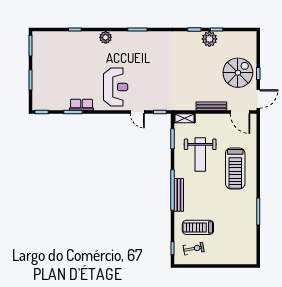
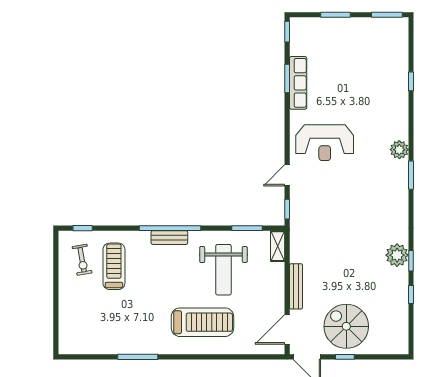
plant: (106, 37) -> (399, 150), moved
plant: (209, 39) -> (397, 255), moved
spiral stairs: (238, 73) -> (346, 326), turned 180
row of seats: (82, 105) -> (298, 83), width x1.48
weight bench: (200, 154) -> (223, 270), turned -90
treadmill: (235, 168) -> (202, 322), turned 180
bench: (179, 195) -> (169, 238), width x0.73

